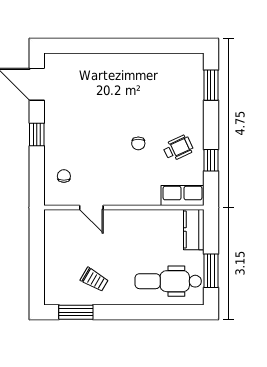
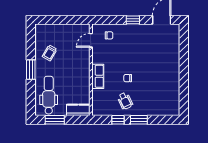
window: (211, 85) -> (139, 120), moved
row of seats: (182, 195) -> (98, 76), moved
door: (91, 207) -> (91, 40), moved
window: (76, 312) -> (31, 70), moved

